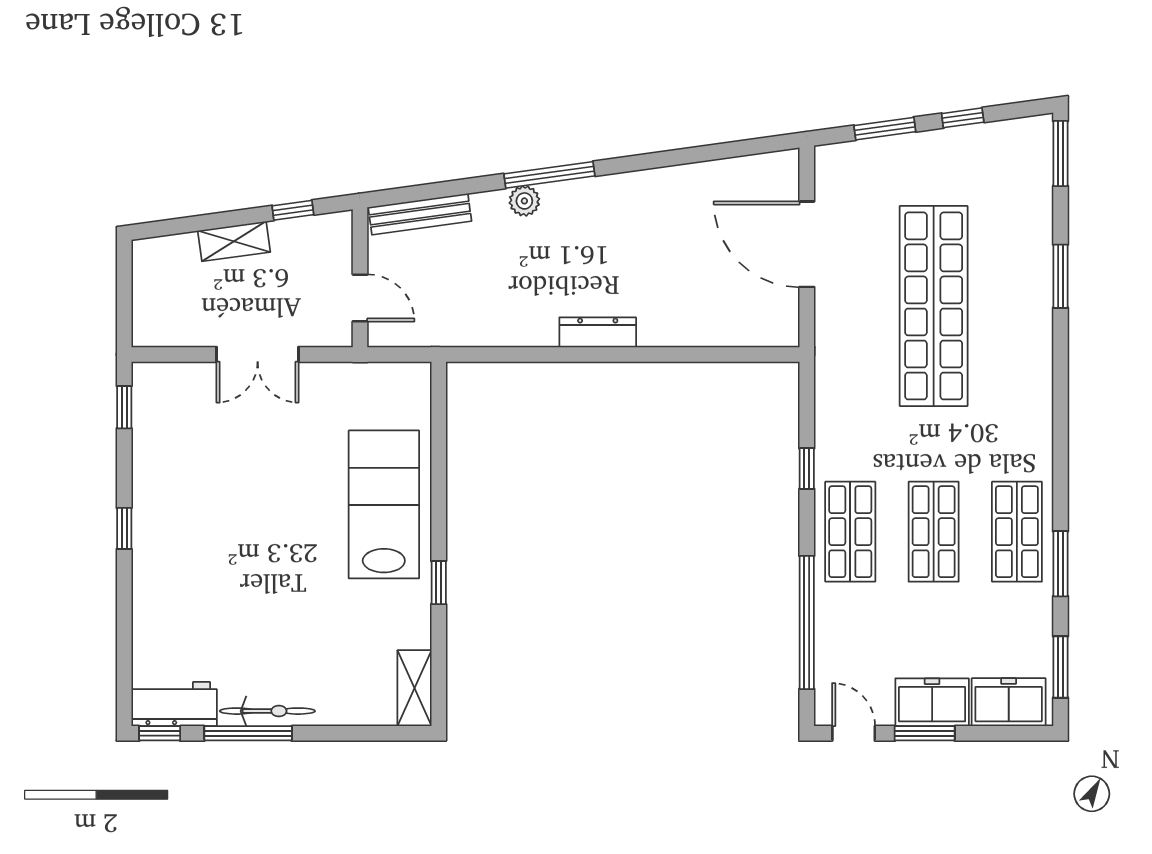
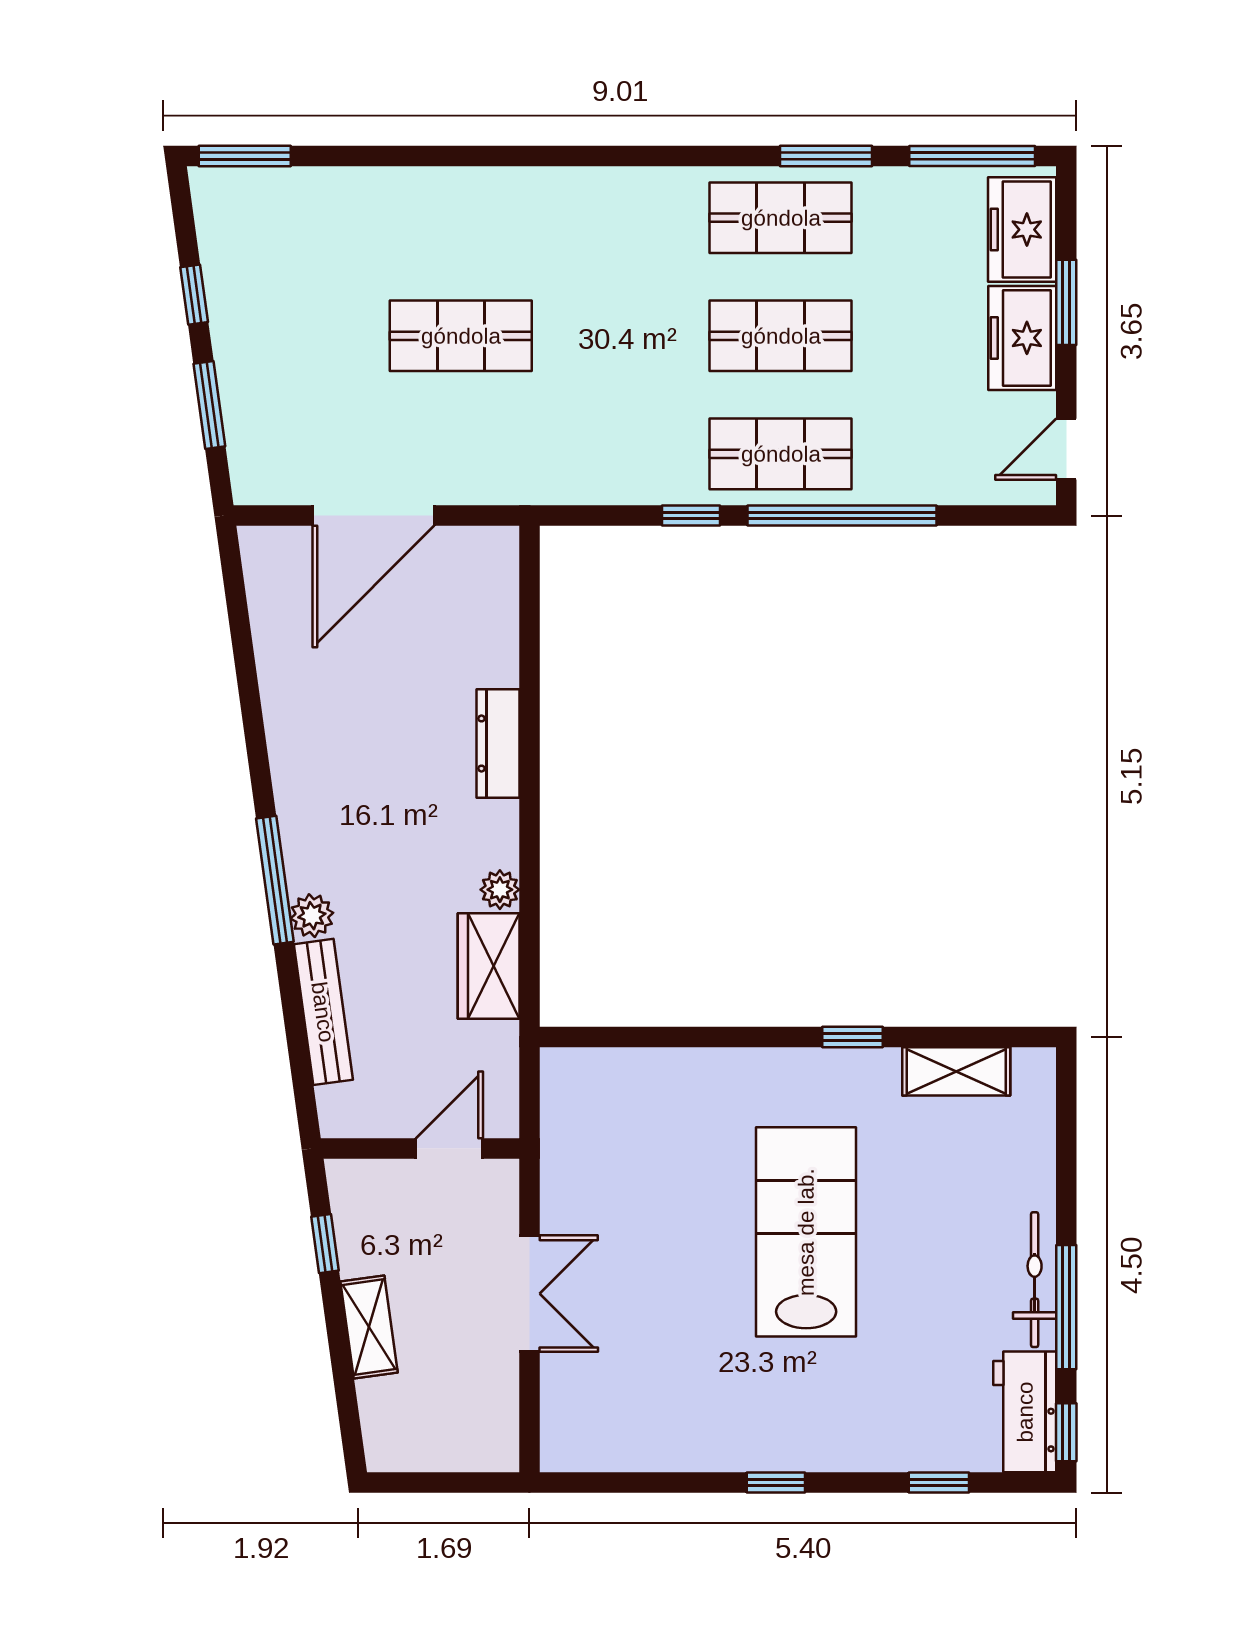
bench: (420, 214) -> (323, 1012), moved
window: (1060, 276) -> (419, 156), removed
shop shelf: (934, 306) -> (461, 336), width x0.50, depth x0.74
wardrobe: (489, 326) -> (489, 966), added
dresser: (598, 332) -> (498, 744), moved
plant: (543, 334) -> (500, 890), added
window: (124, 407) -> (939, 1483), moved
lab bench: (384, 504) -> (806, 1232), moved, turned 90
window: (807, 622) -> (842, 516), moved
window: (1060, 667) -> (972, 156), width x1.44
shelving: (414, 688) -> (956, 1071), moved
window: (925, 733) -> (1066, 302), moved

